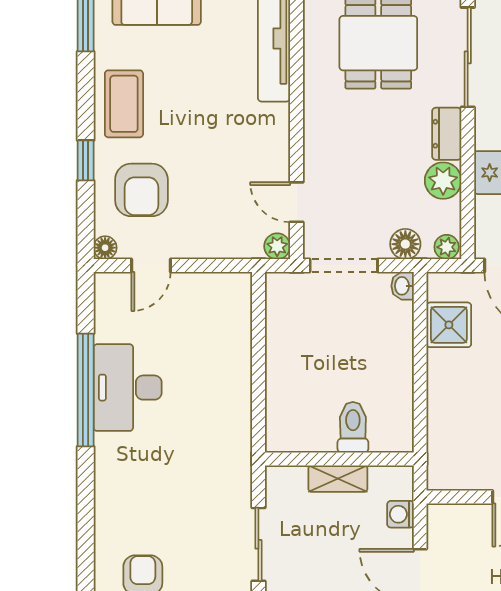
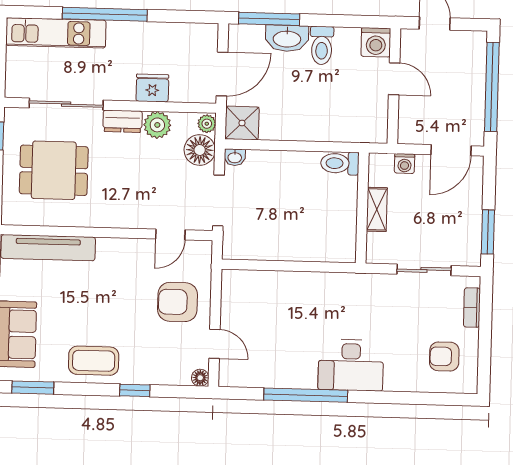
armchair: (141, 190) -> (177, 302), moved, turned 180
floor lamp: (405, 244) -> (200, 150), width x1.38, depth x1.38
plant: (277, 246) -> (203, 250), removed
shower: (449, 325) -> (242, 123), moved
desk: (128, 388) -> (351, 365), moved
toilet: (353, 427) -> (340, 163), moved

